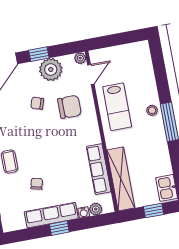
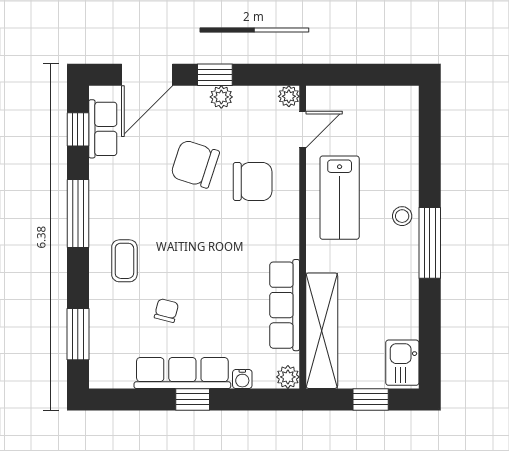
plant: (51, 69) -> (221, 97), width x0.53, depth x0.53
chair: (37, 103) -> (195, 164), width x1.87, depth x1.87
plant: (96, 209) -> (288, 377), moved

